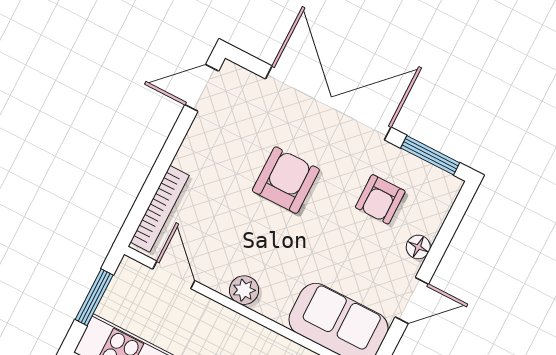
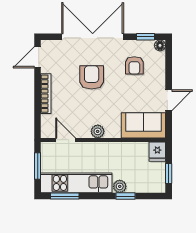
window: (430, 155) -> (146, 37), width x0.67
bookcase: (160, 209) -> (46, 94), moved
floor lamp: (418, 247) -> (160, 45), moved

